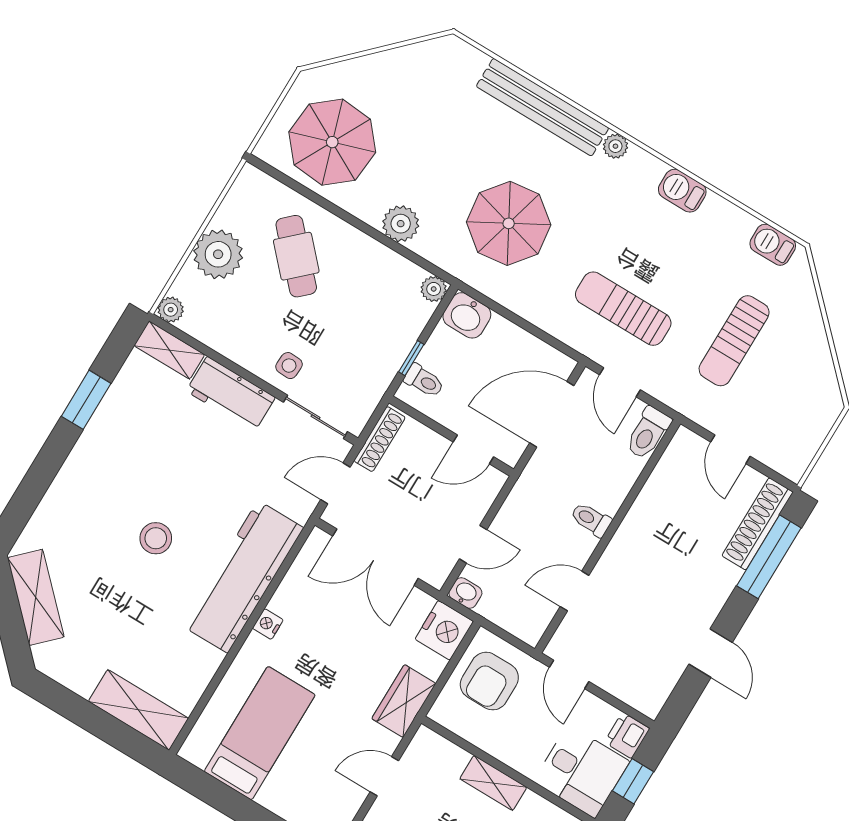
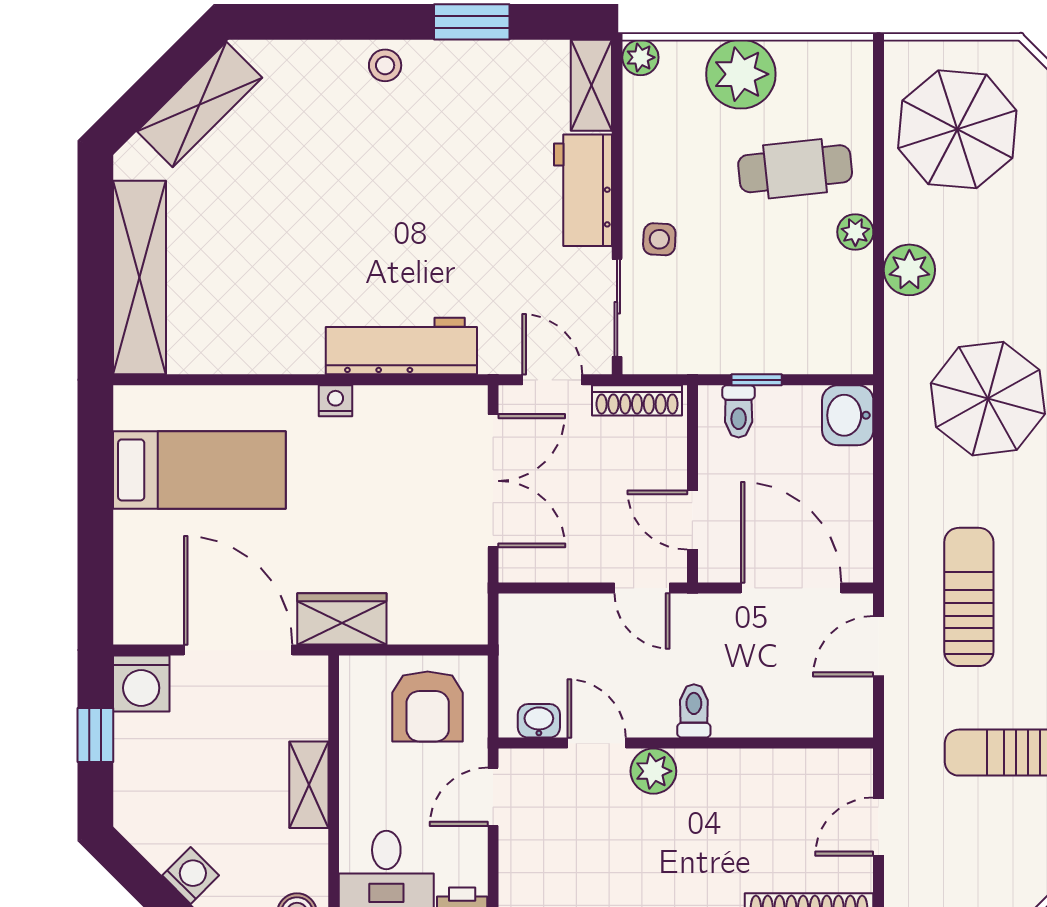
cafe table: (296, 256) -> (795, 169), turned 37
plant: (434, 289) -> (855, 232), moved
toilet: (648, 433) -> (838, 717), removed
stool: (156, 538) -> (385, 65), moved, width x0.73, depth x0.73
door: (473, 544) -> (642, 588), moved
double door: (375, 557) -> (493, 481), swing flipped
plant: (613, 567) -> (653, 771), added
workbench: (243, 577) -> (401, 346), width x0.73, depth x0.76
washbasin: (465, 593) -> (539, 721), moved, turned -90
nightstand: (444, 630) -> (456, 616), removed
armchair: (489, 681) -> (428, 706), turned -90
shelving: (138, 710) -> (139, 278), width x1.47
door: (384, 776) -> (238, 650), width x1.87

